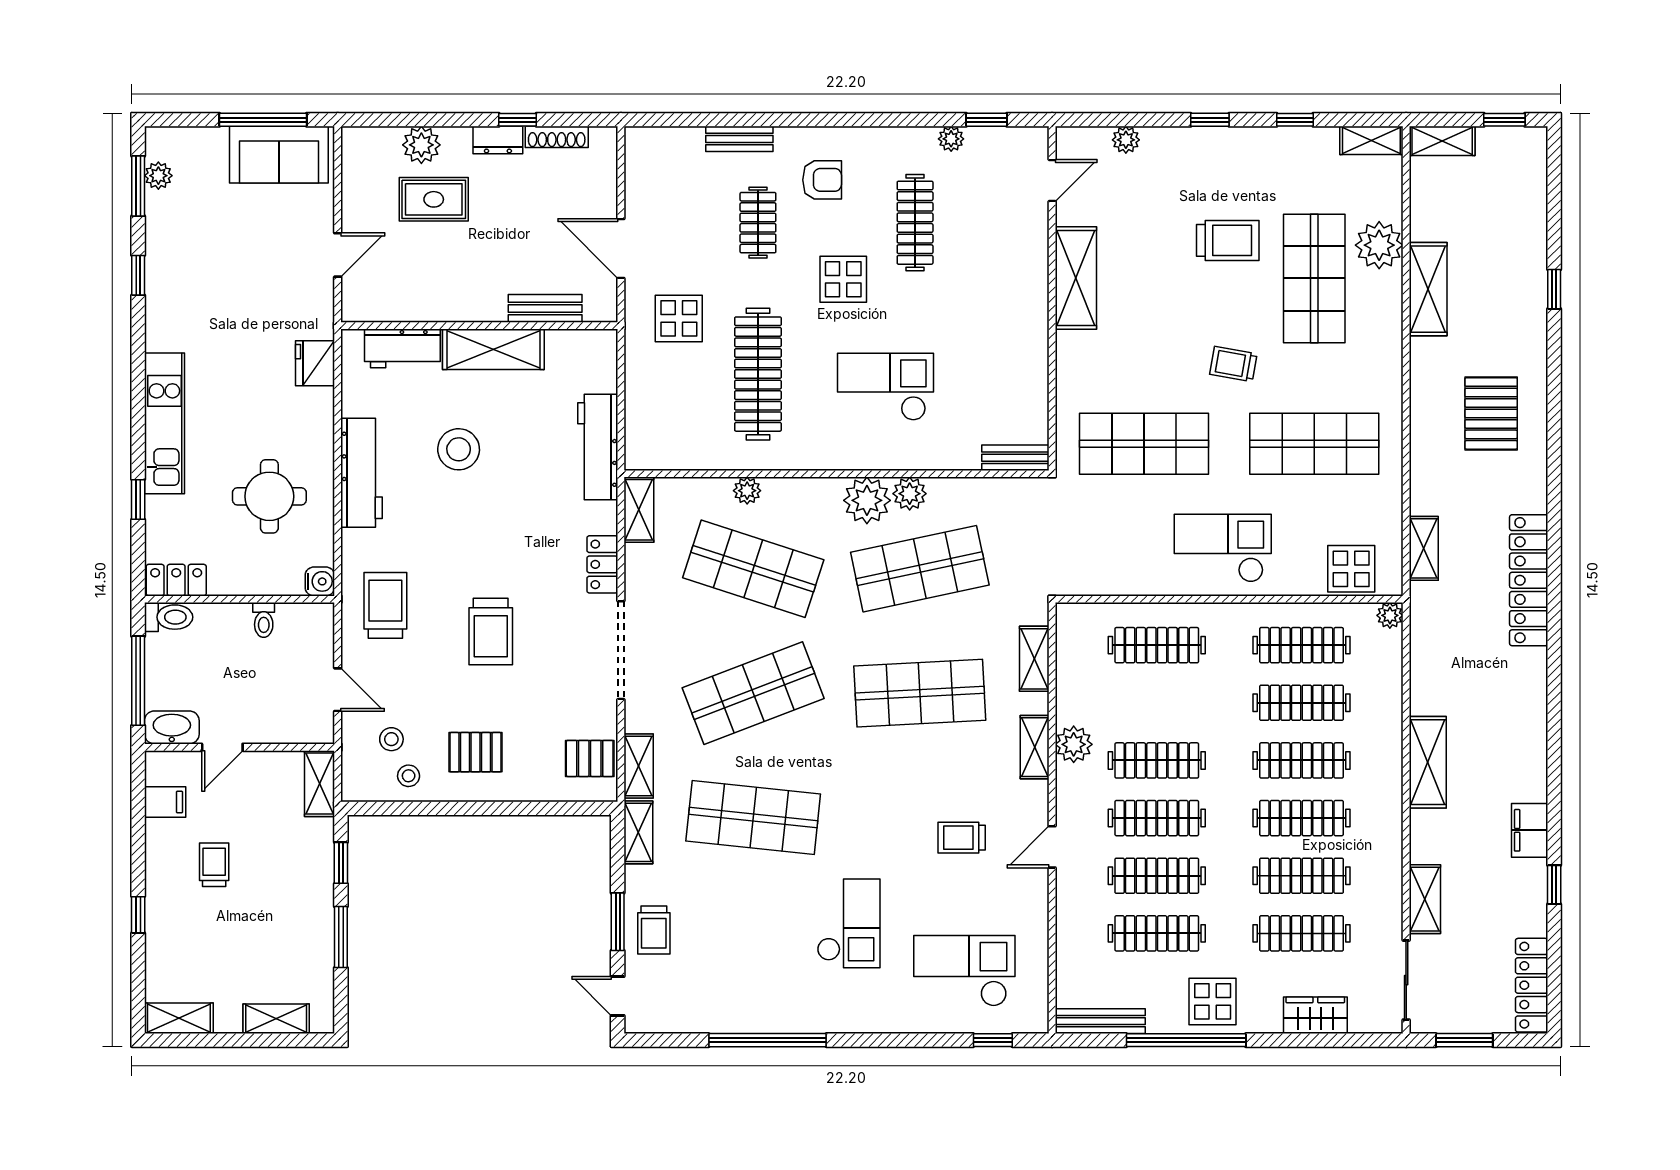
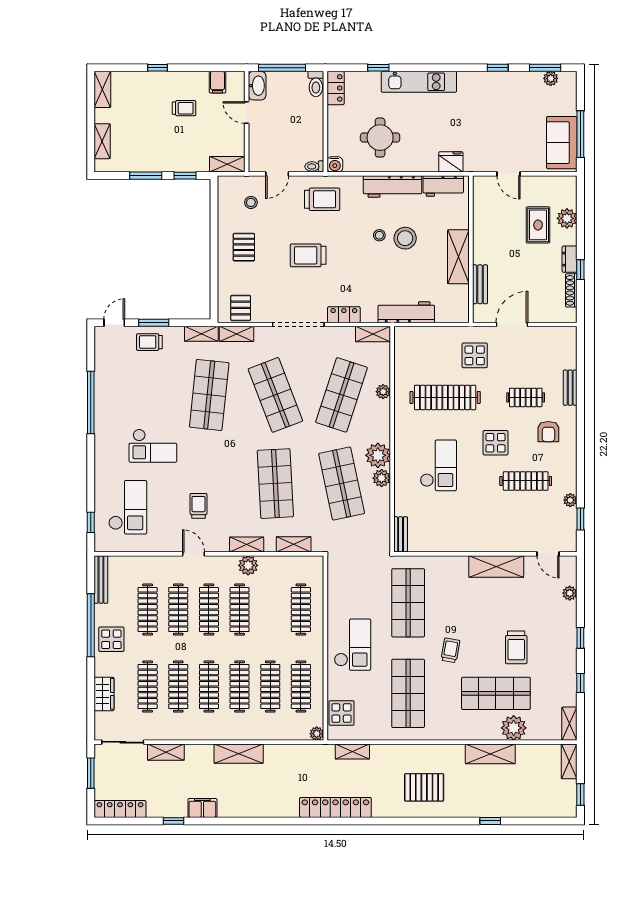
workbench: (402, 348) -> (443, 186), moved, turned -90
toilet: (264, 620) -> (314, 166), moved
stool: (409, 776) -> (379, 235), moved

